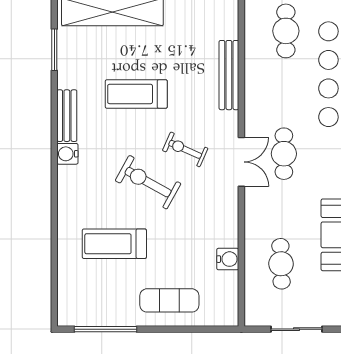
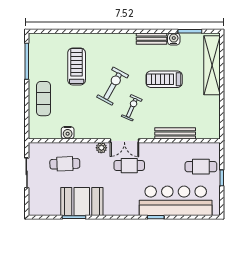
treadmill: (136, 94) -> (164, 79), turned -90
water cooler: (67, 154) -> (174, 39), moved
plant: (253, 201) -> (101, 148), added

